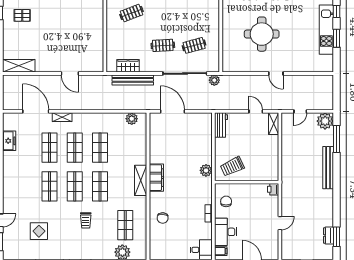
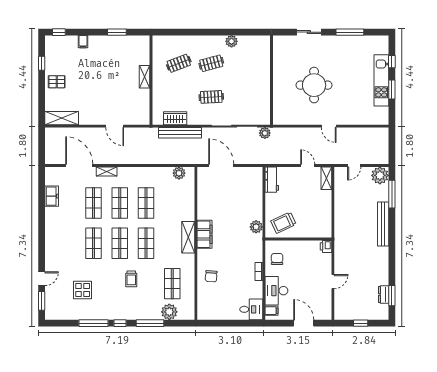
pallet: (22, 15) -> (57, 82), moved
shelving: (99, 26) -> (145, 77), added
clothes rail: (194, 45) -> (211, 63), moved

